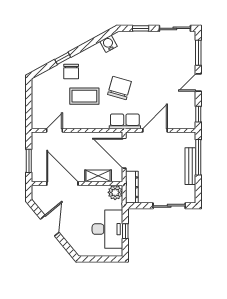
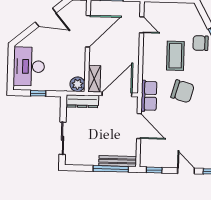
bench: (190, 166) -> (118, 161), moved
shelving: (98, 176) -> (94, 79), moved
desk: (107, 229) -> (29, 66), moved, turned 90

